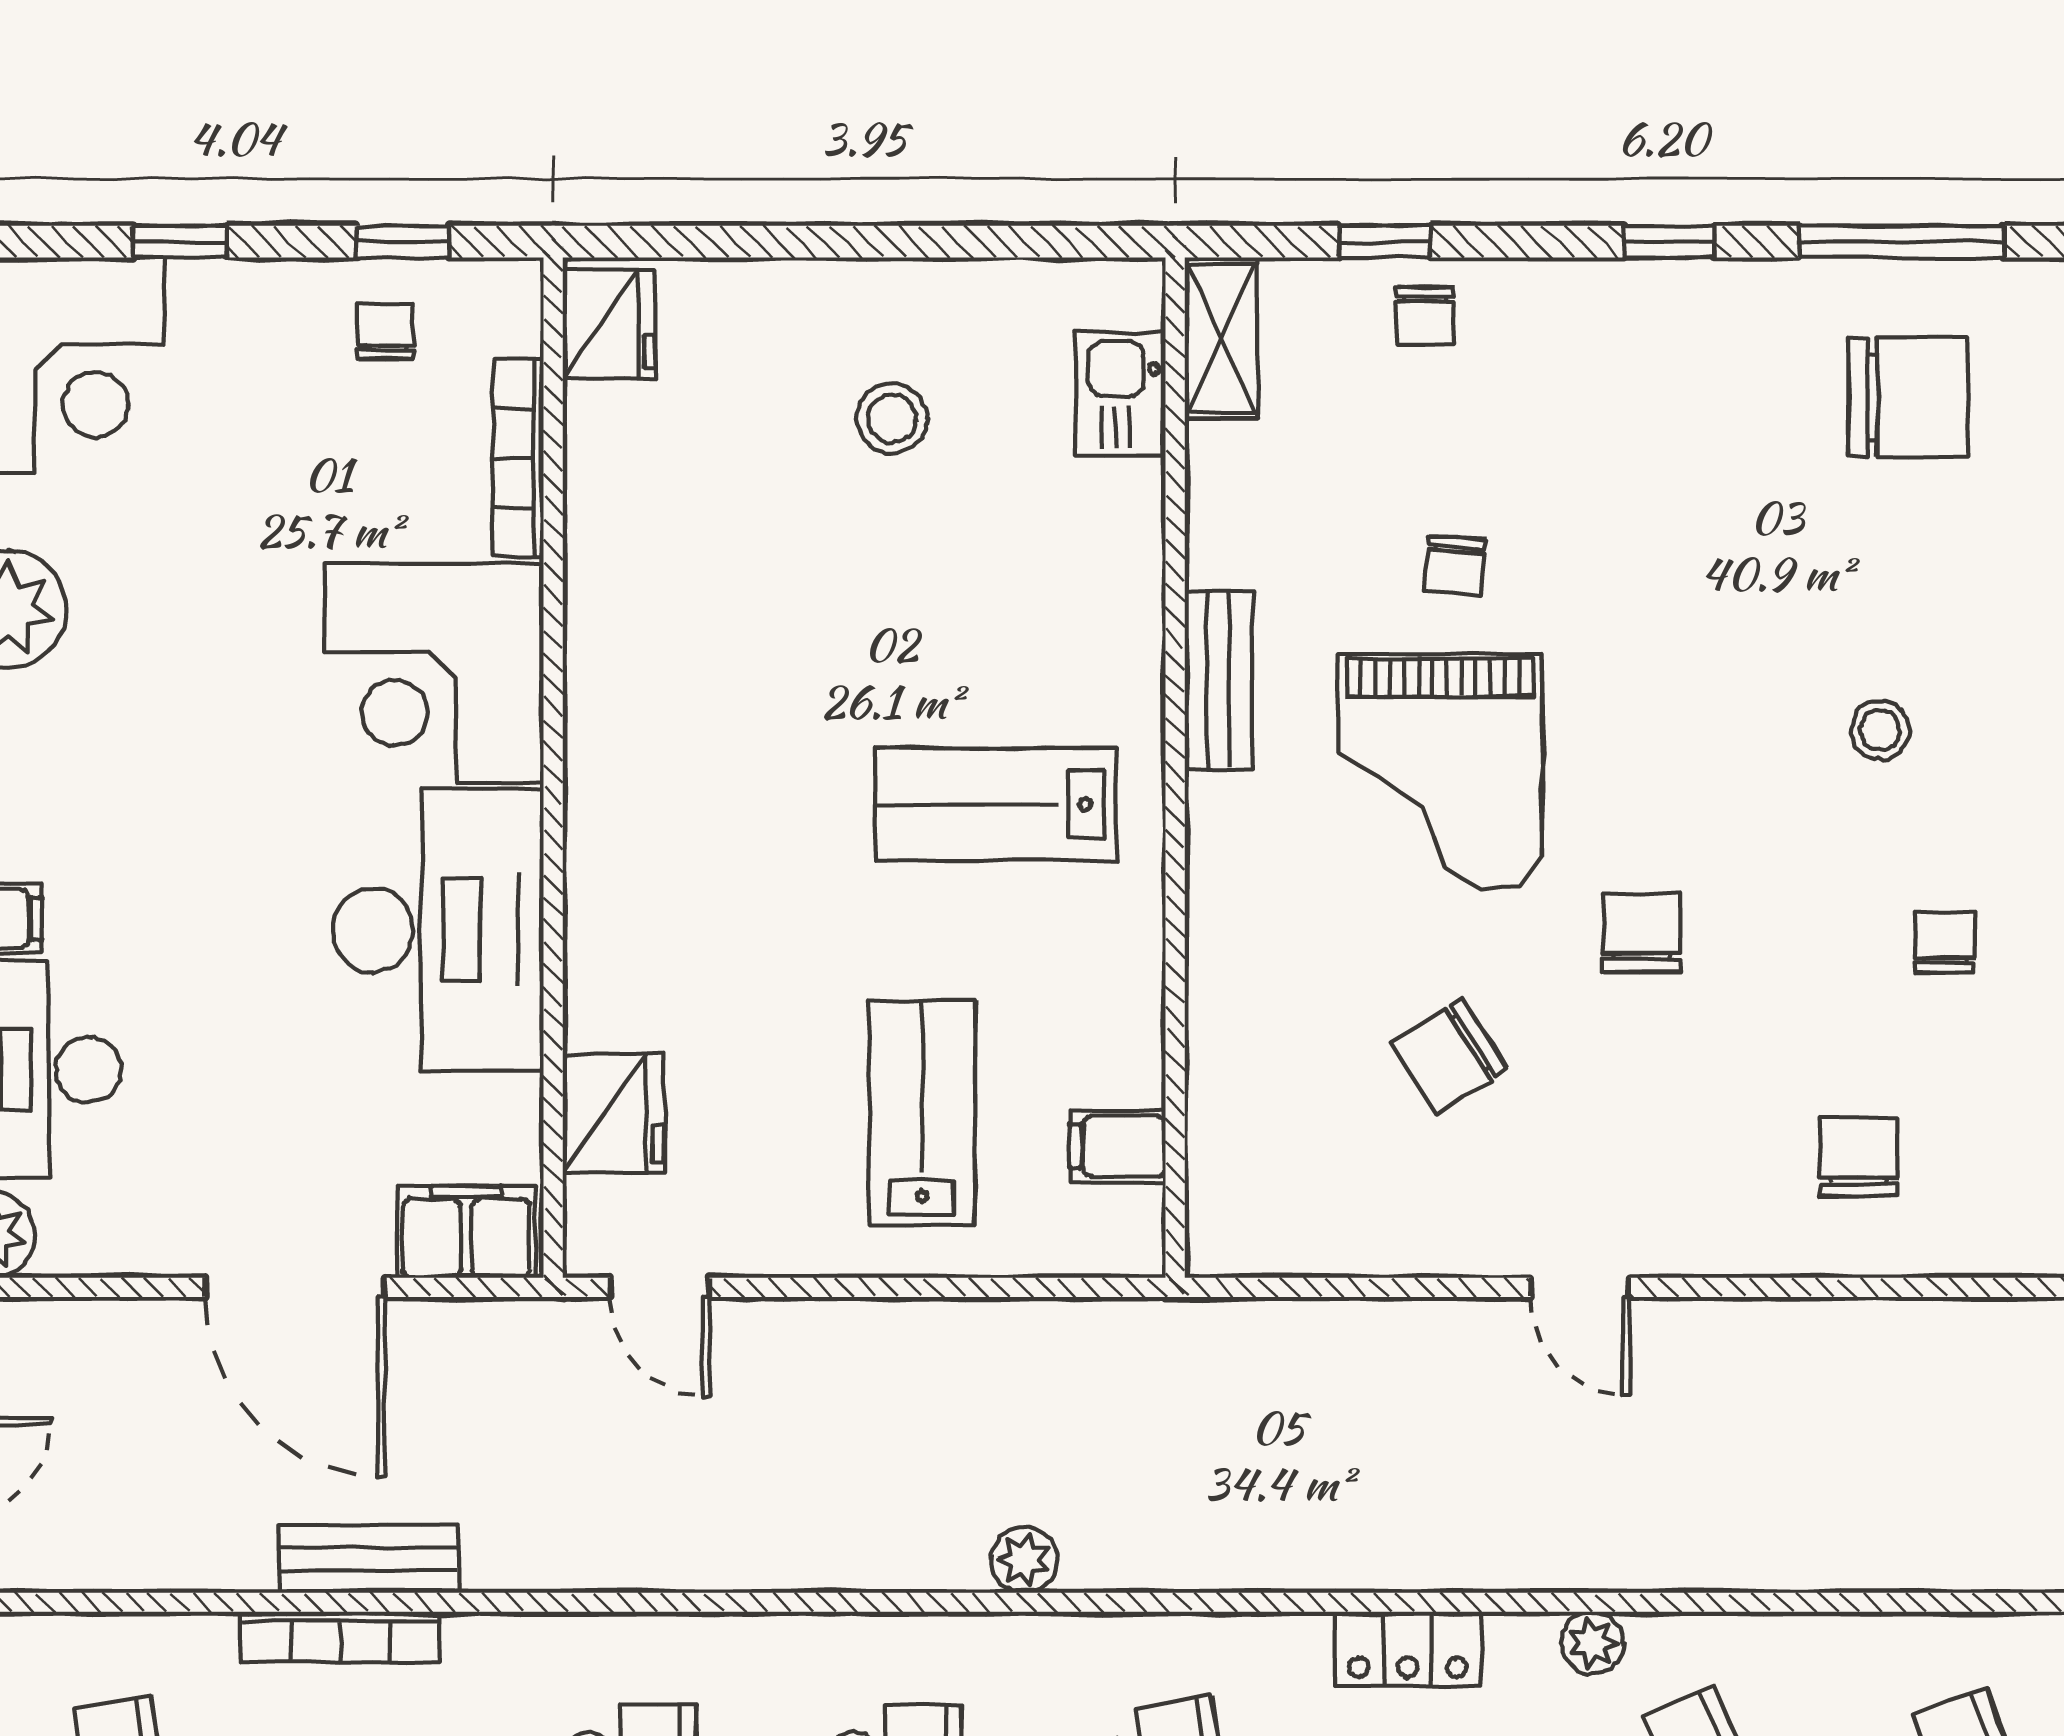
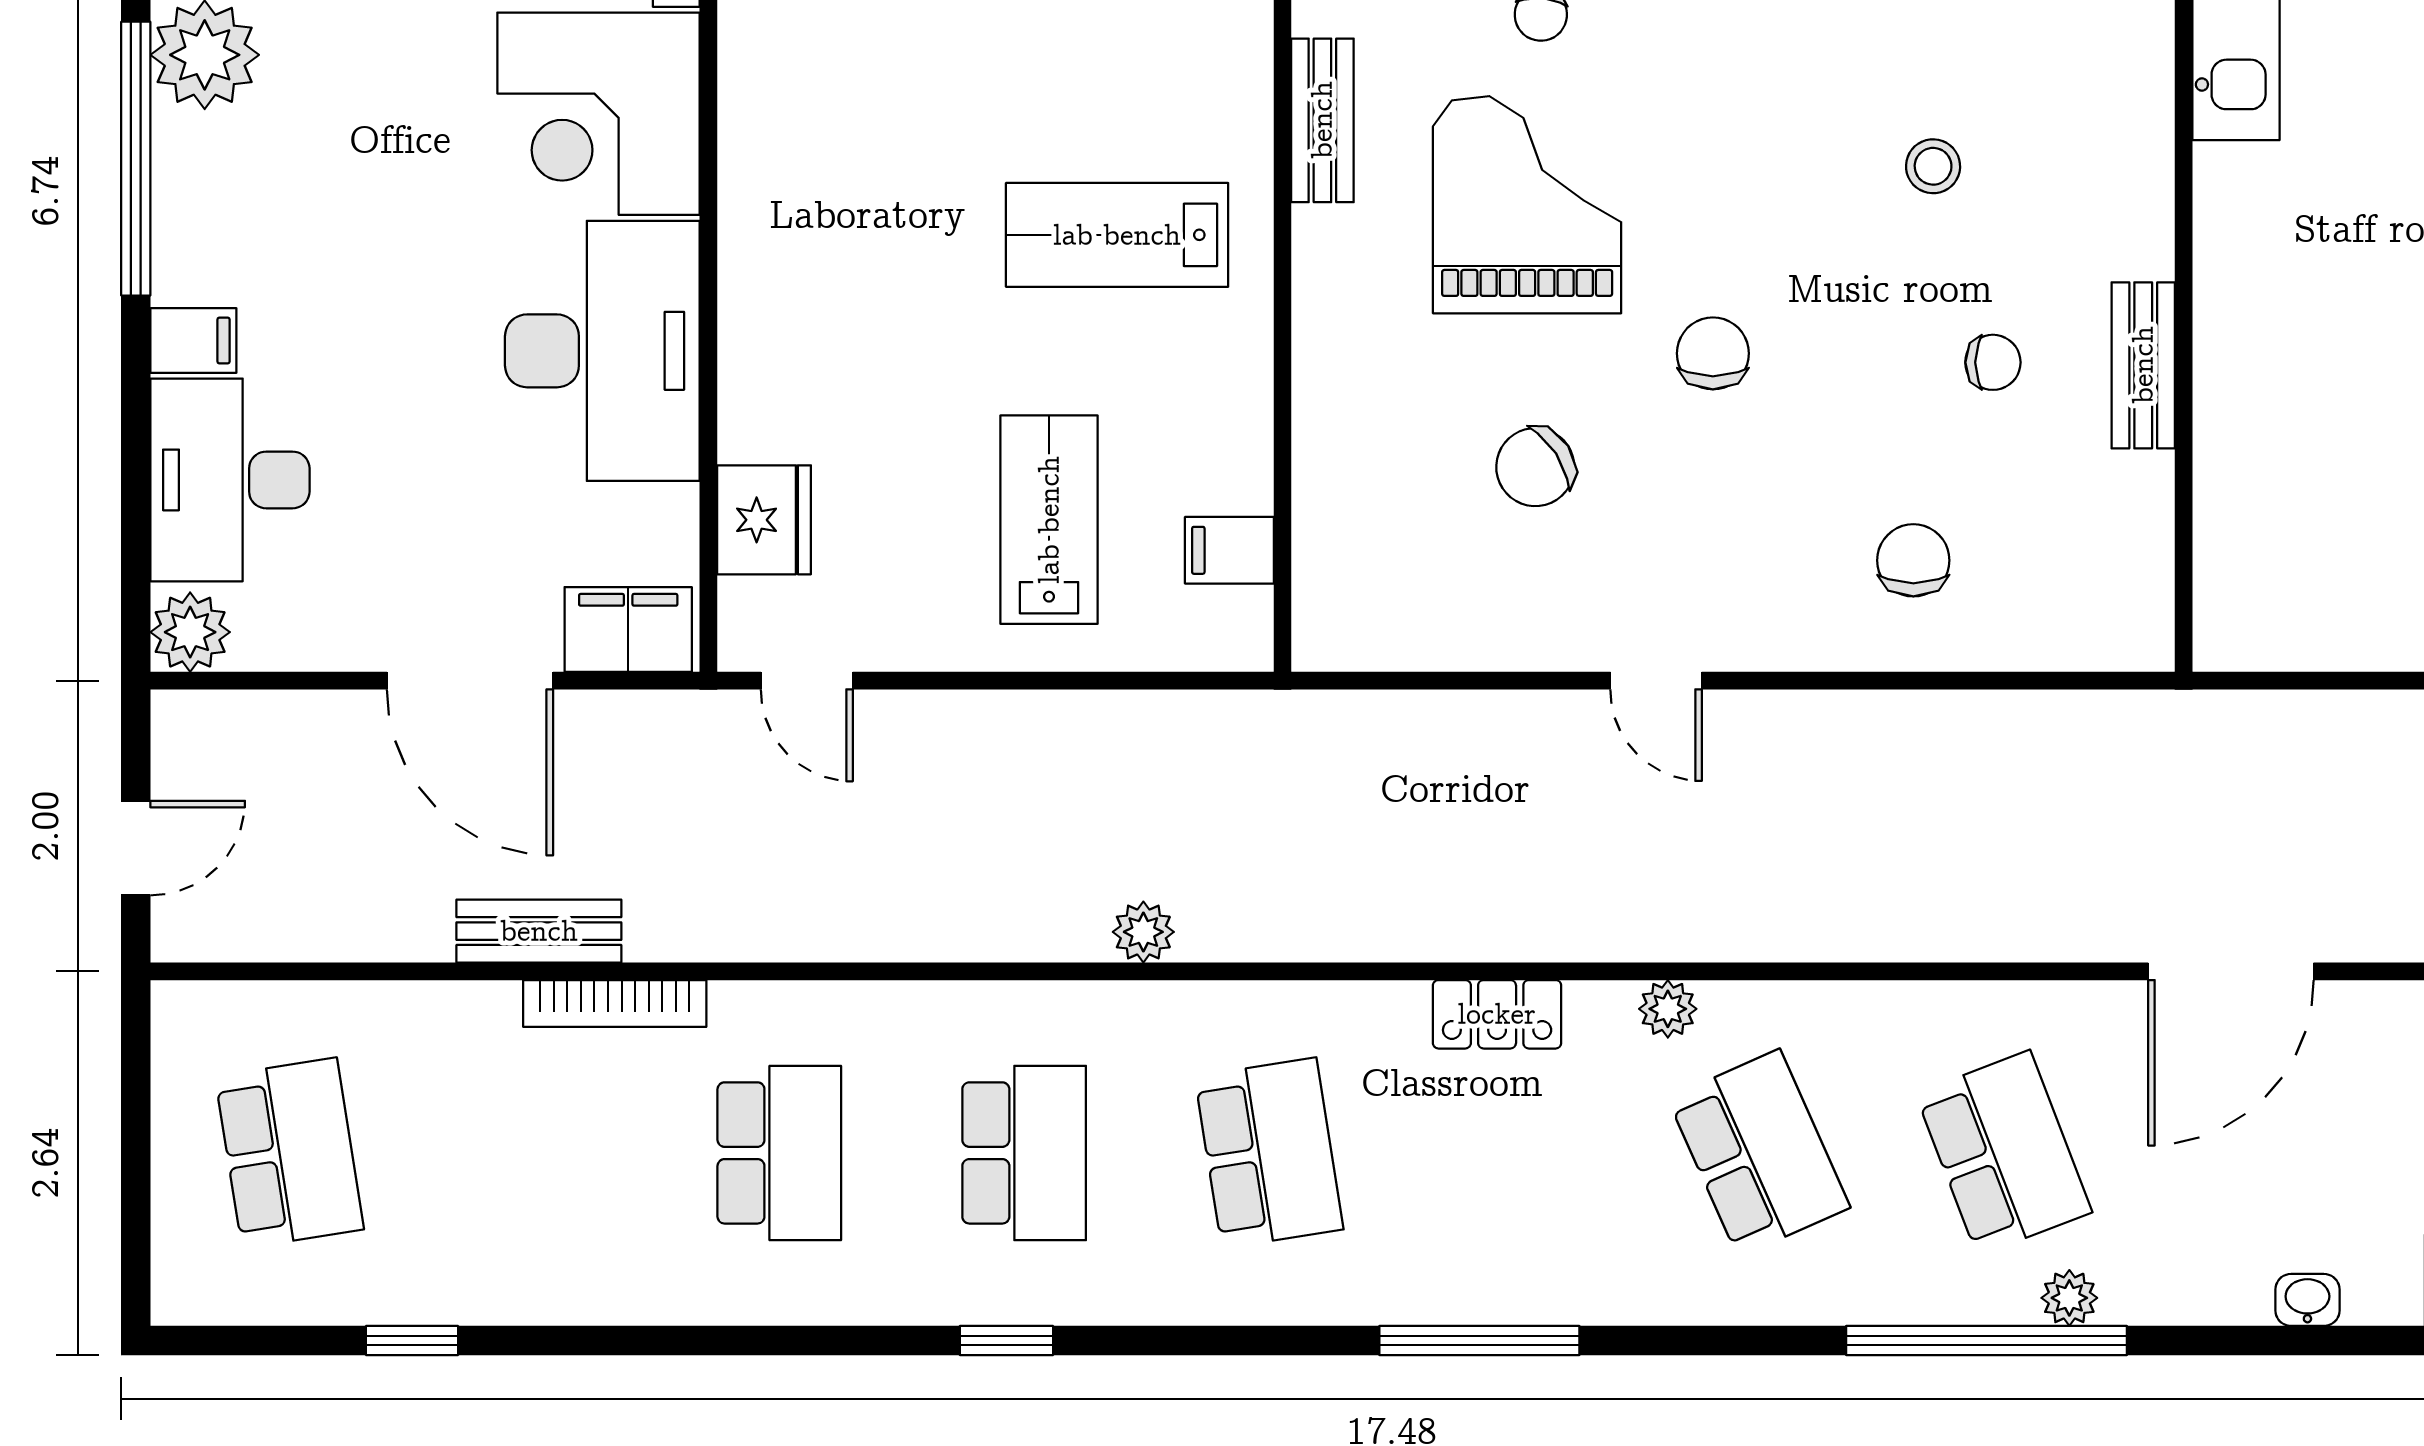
grand piano: (1440, 772) -> (1527, 205), turned 180
chair: (1945, 943) -> (1993, 362), turned 90
bookcase: (340, 1637) -> (615, 1003), moved

